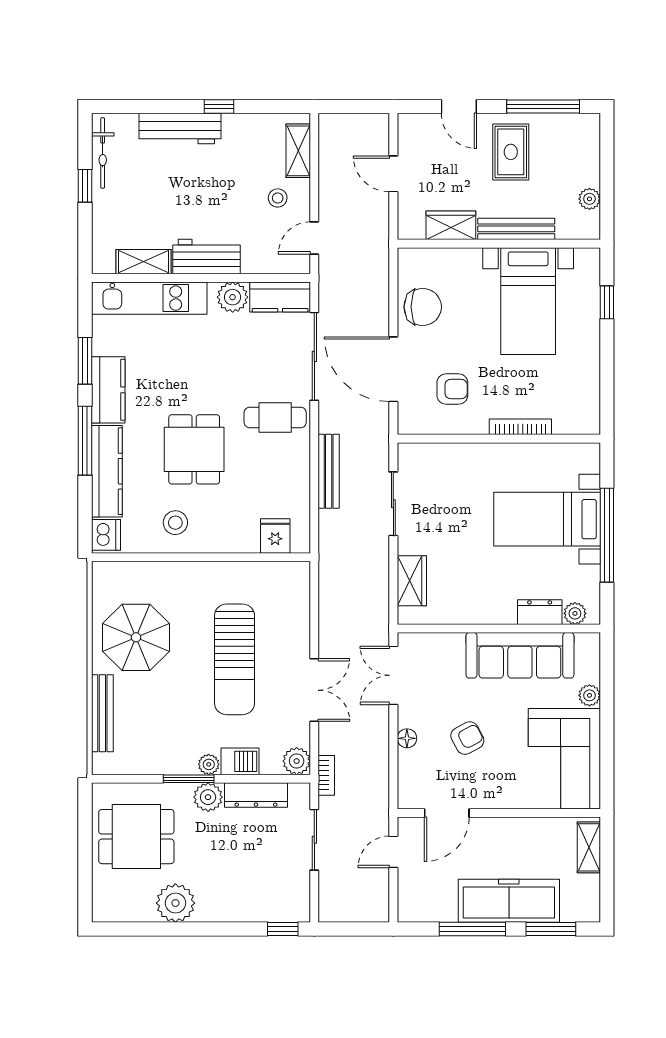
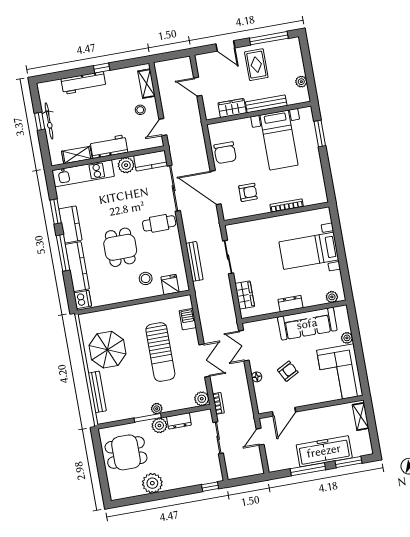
bicycle: (103, 153) -> (49, 121), moved
window: (607, 302) -> (320, 133), width x1.50
chair: (423, 307) -> (225, 153), turned 90
bench: (329, 471) -> (194, 261), moved
stool: (175, 523) -> (146, 278), moved
window: (607, 535) -> (341, 254), removed
dresser: (540, 612) -> (291, 304), moved
barbecue: (240, 761) -> (188, 319), moved, turned -90
dresser: (256, 795) -> (179, 421), width x0.70

